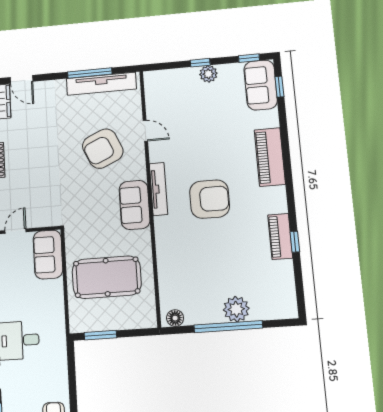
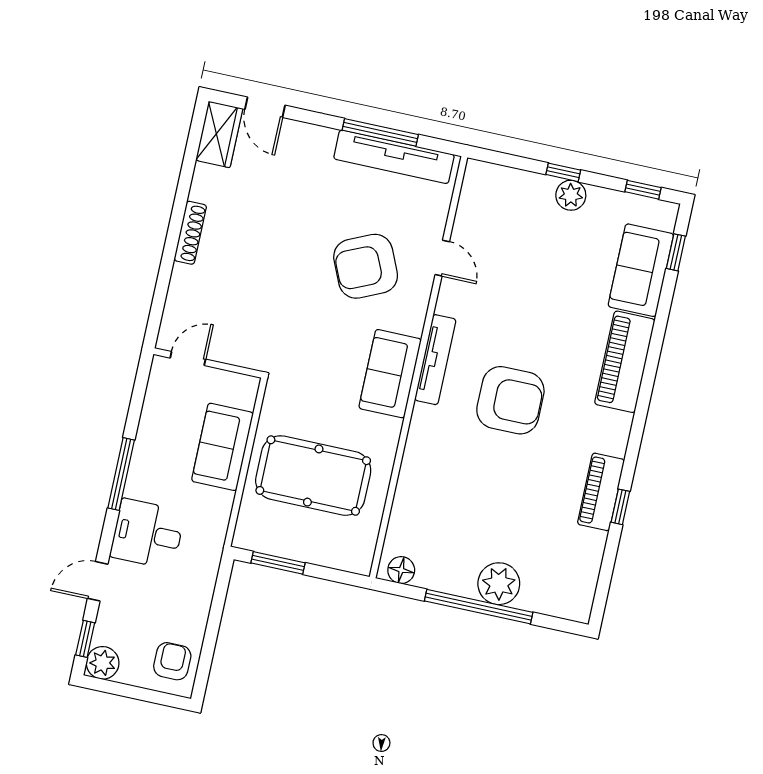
sofa: (261, 85) -> (641, 270), moved
sofa: (48, 255) -> (222, 447), moved

